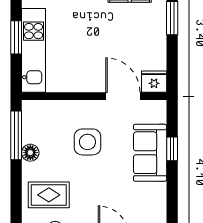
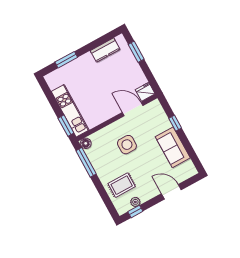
window: (16, 37) -> (66, 126), moved
floor lamp: (30, 153) -> (86, 143), moved
sofa: (150, 153) -> (173, 147), moved

